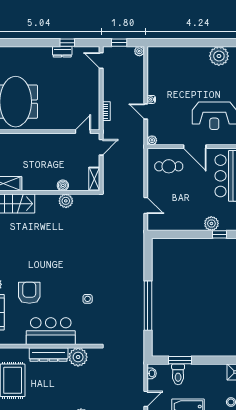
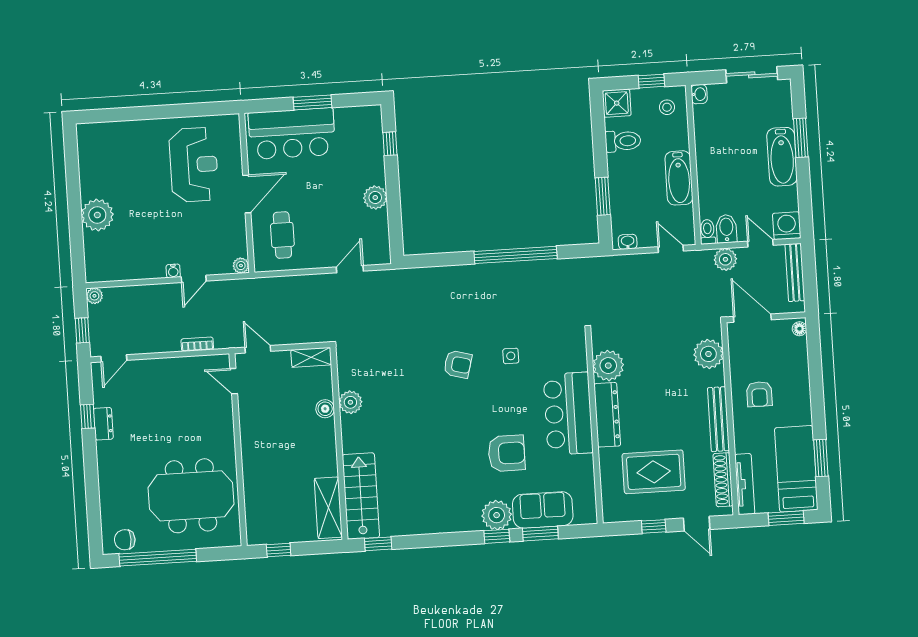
plant: (219, 56) -> (97, 215), moved
plant: (211, 223) -> (375, 198), moved
armchair: (85, 267) -> (458, 364), added
armchair: (29, 293) -> (507, 453), turned 180
toilet: (178, 374) -> (623, 141), moved

